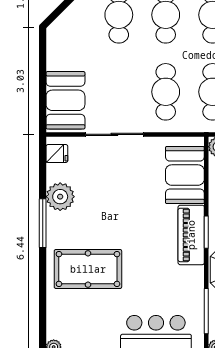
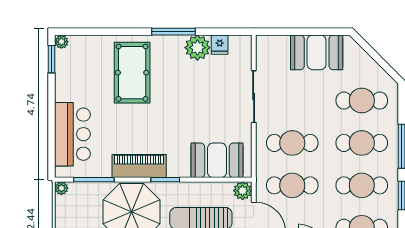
booth: (65, 100) -> (317, 52), moved
fridge: (57, 154) -> (220, 45), moved
piano: (191, 235) -> (139, 166), moved

